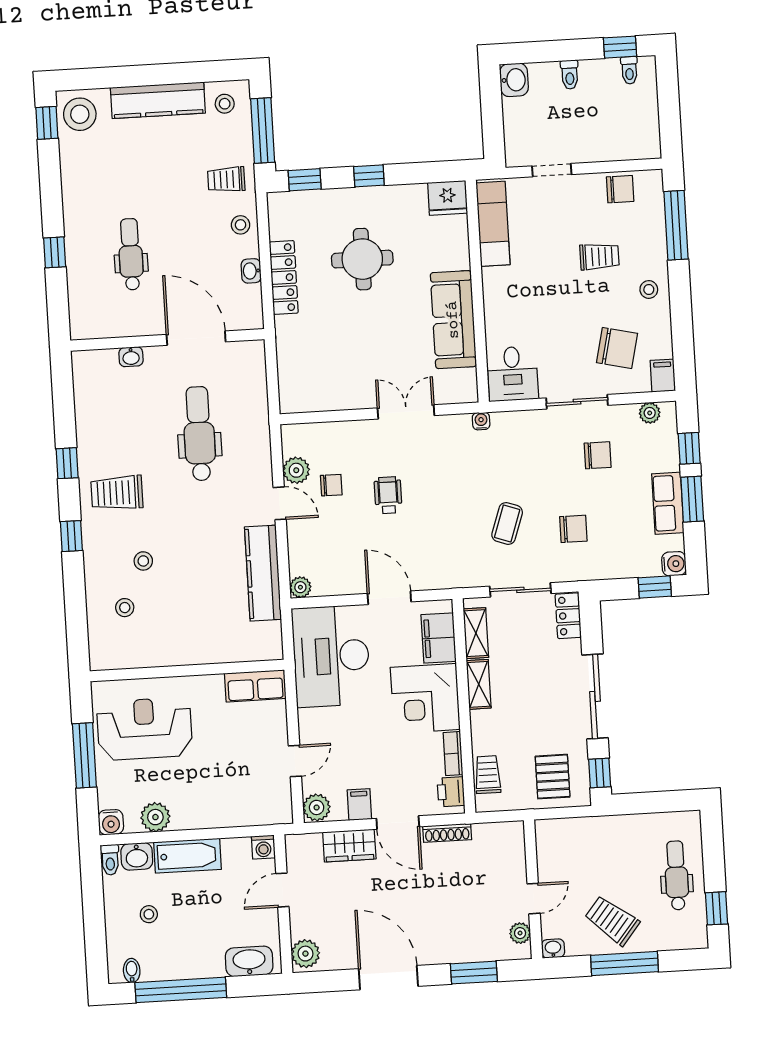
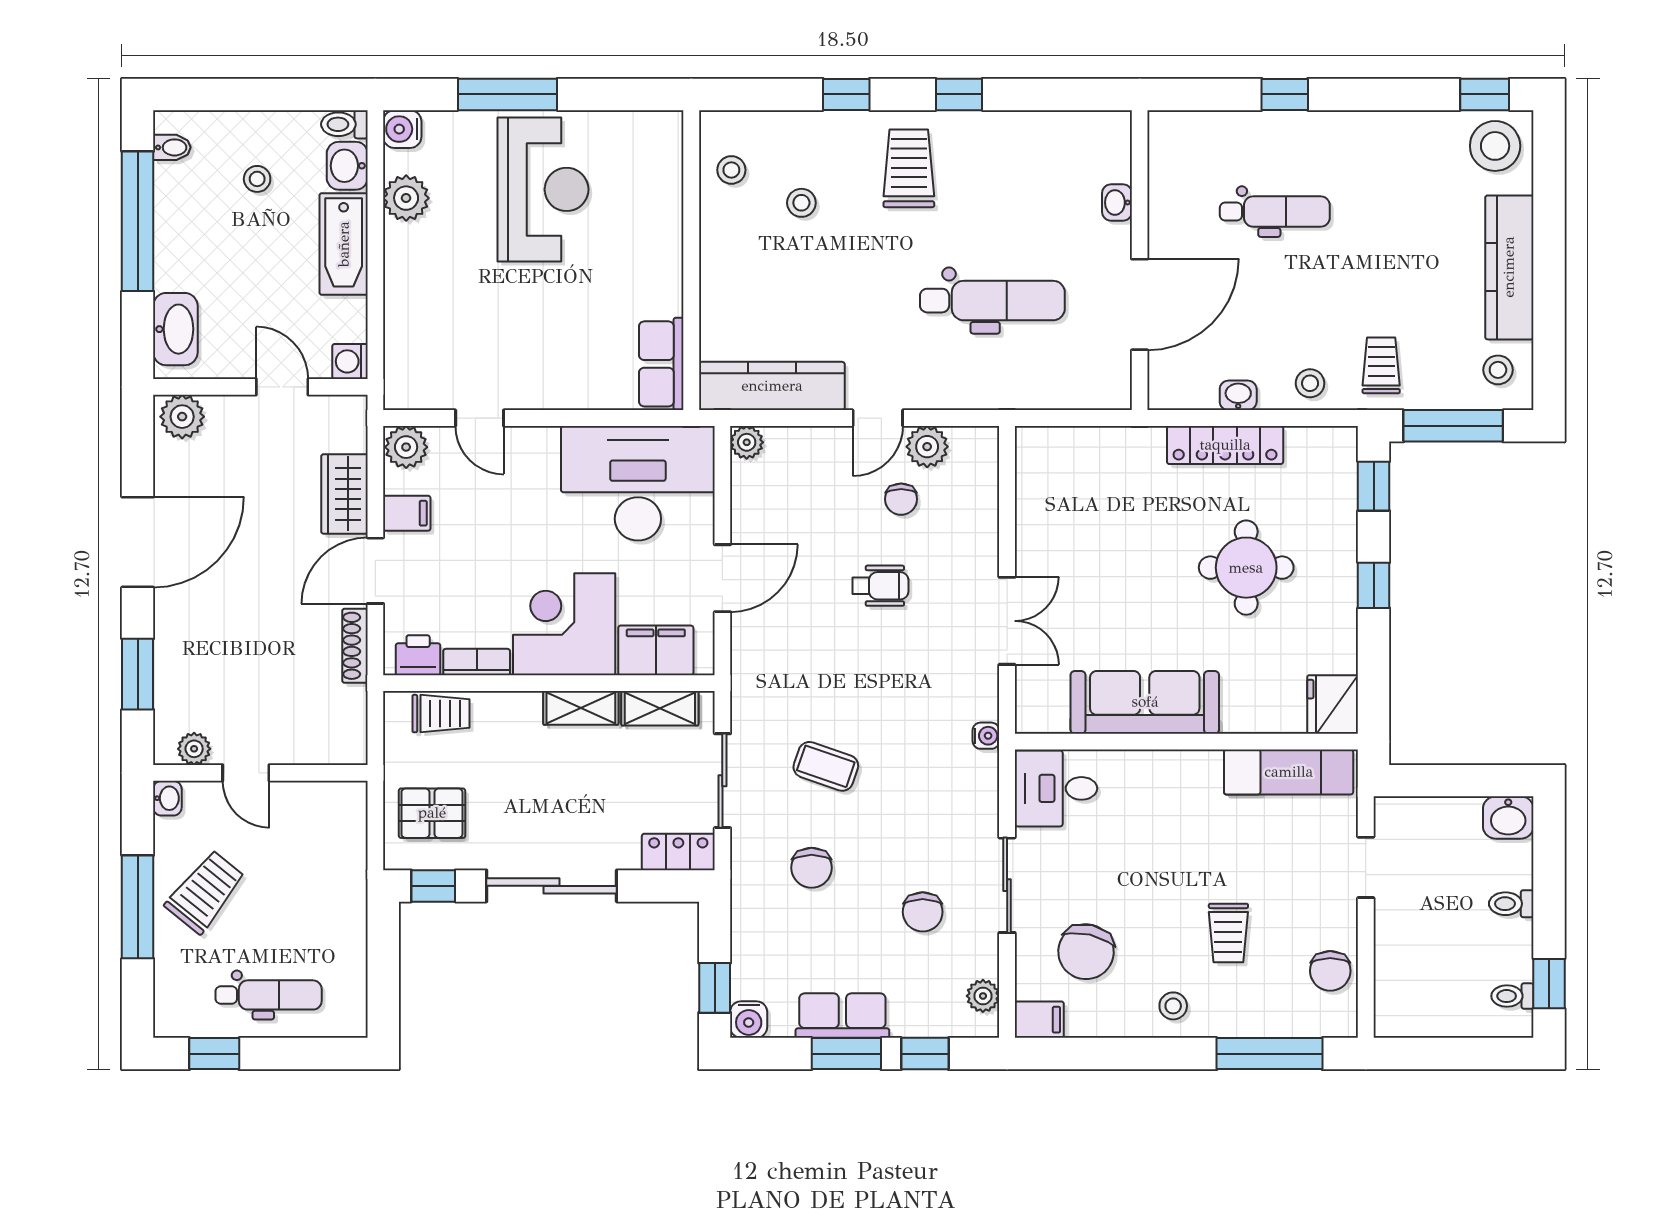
wall: (187, 670) -> (691, 260), moved
row of seats: (255, 686) -> (661, 364), moved

